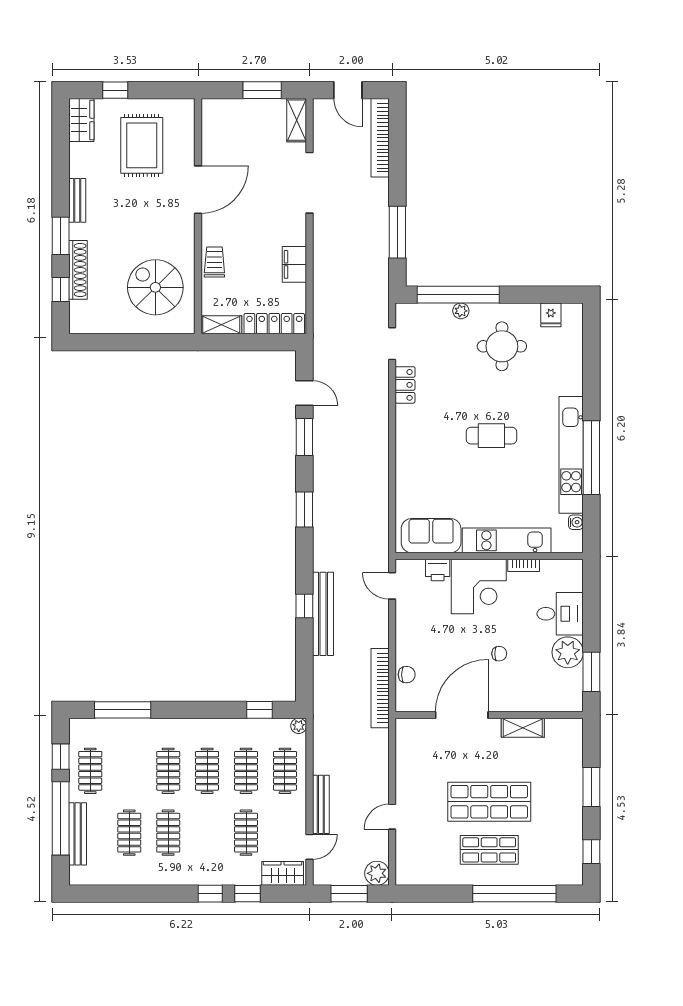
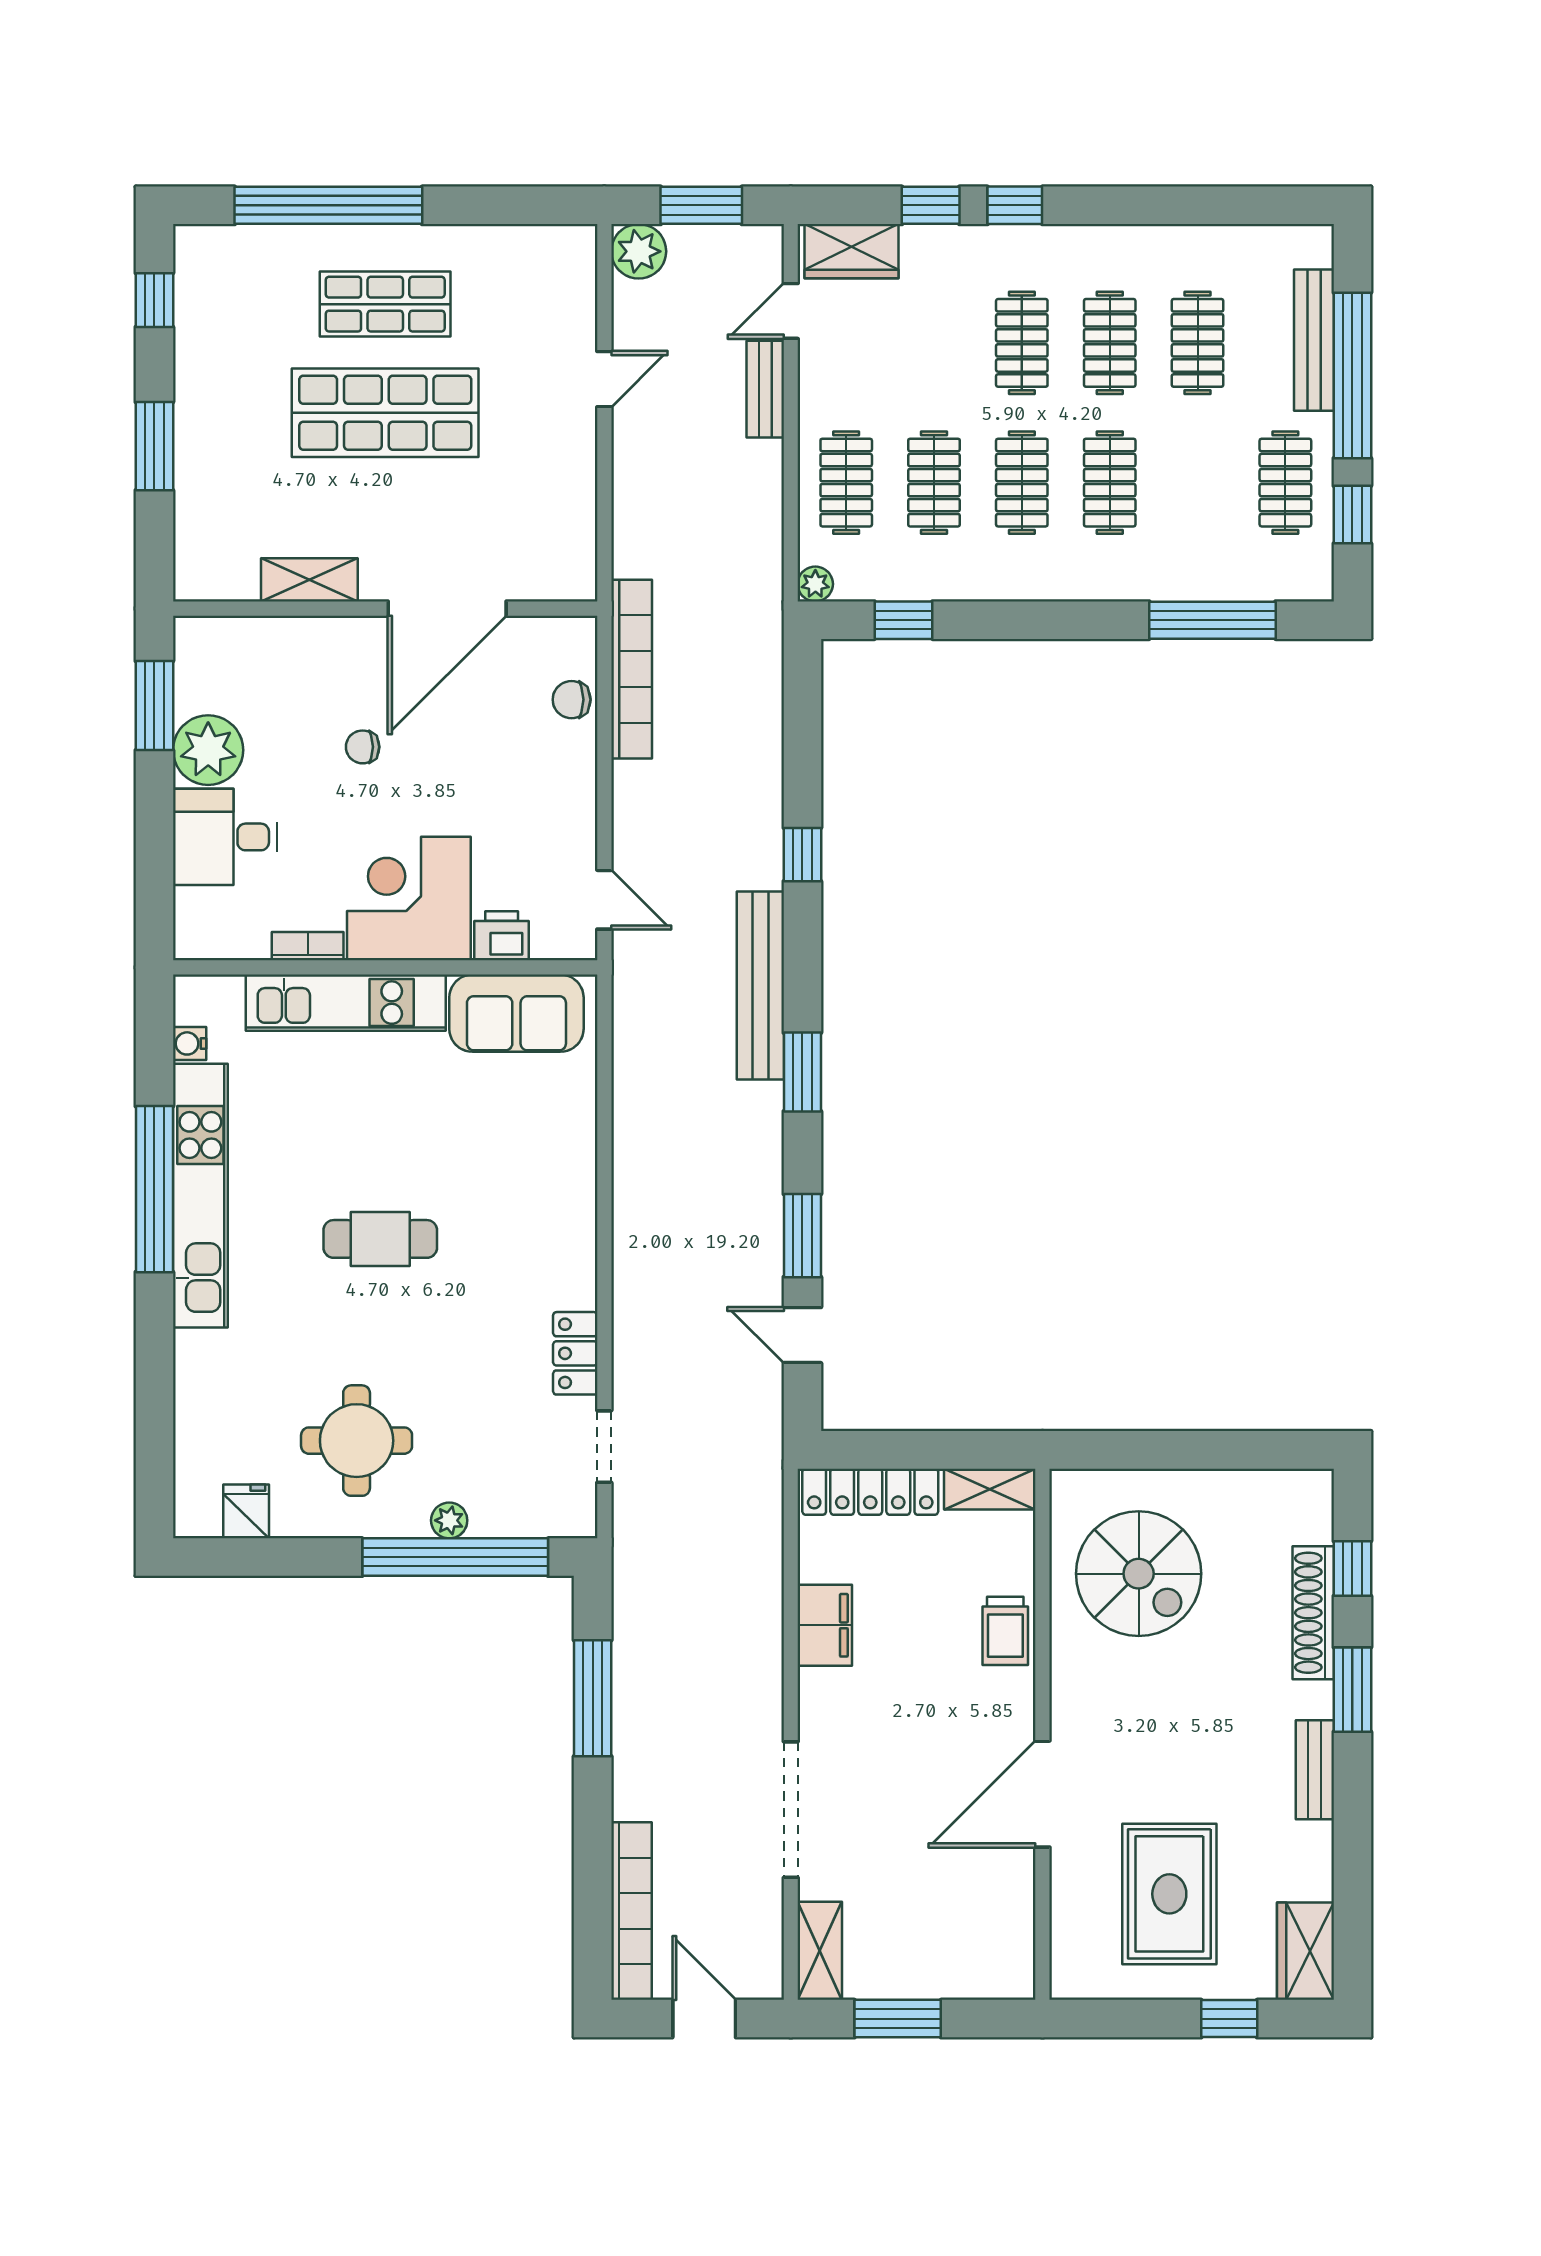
bench: (323, 614) -> (760, 985), moved
bench: (321, 804) -> (765, 389), width x0.73
clothes rail: (246, 833) -> (1022, 343), moved

